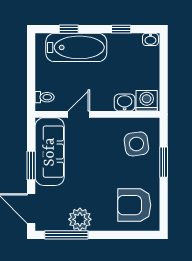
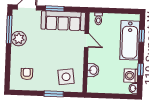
washing machine: (147, 101) -> (131, 76), moved, turned 180
armchair: (134, 205) -> (27, 74), width x0.53, depth x0.53

